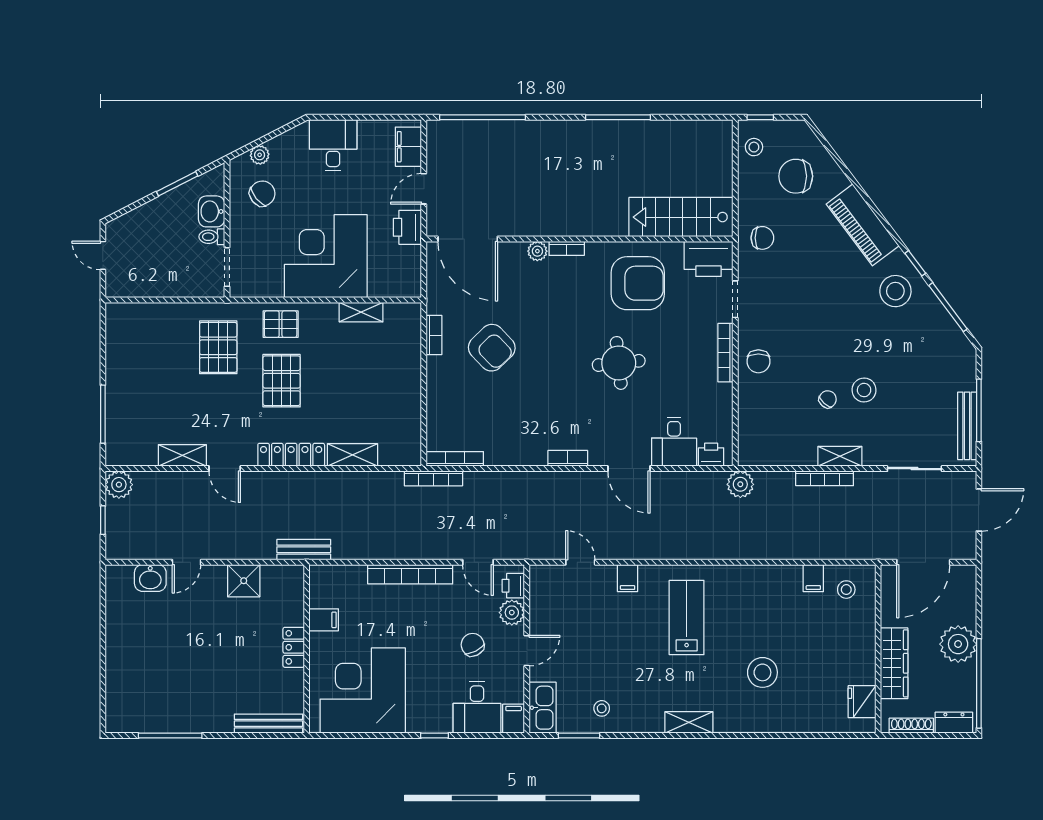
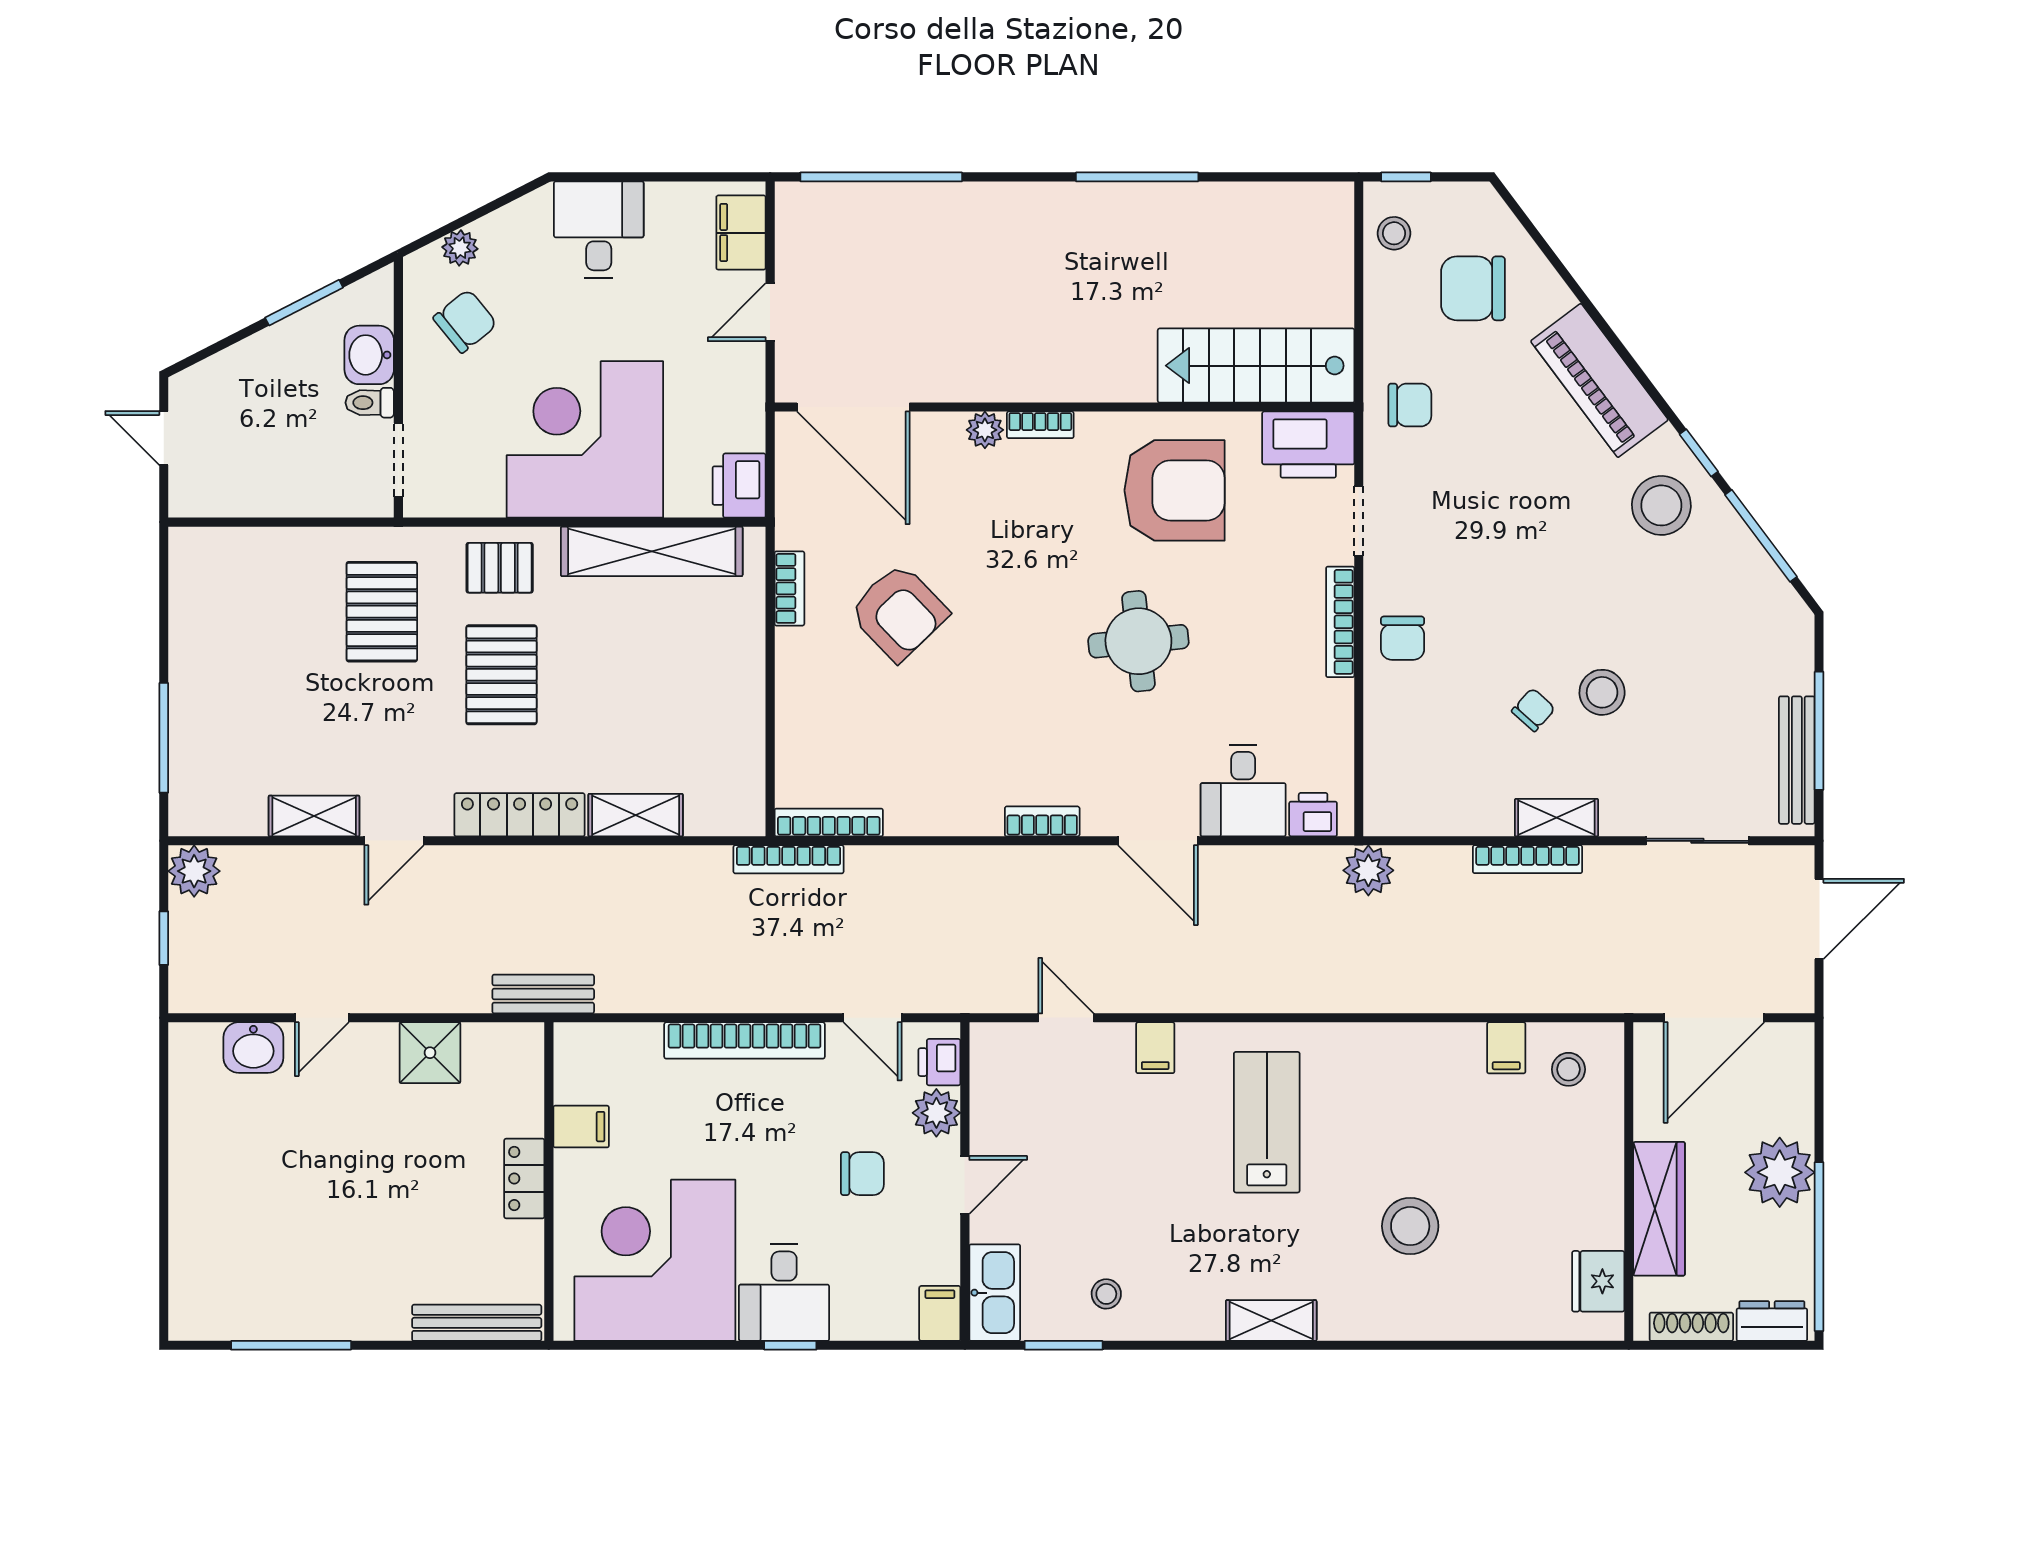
printer: (407, 227) -> (739, 486), moved
shelving: (361, 312) -> (652, 551), width x2.20, depth x1.33
door: (225, 469) -> (394, 841), hinge flipped
chair: (473, 645) -> (862, 1174), turned 117
desk: (477, 708) -> (784, 1292), moved

